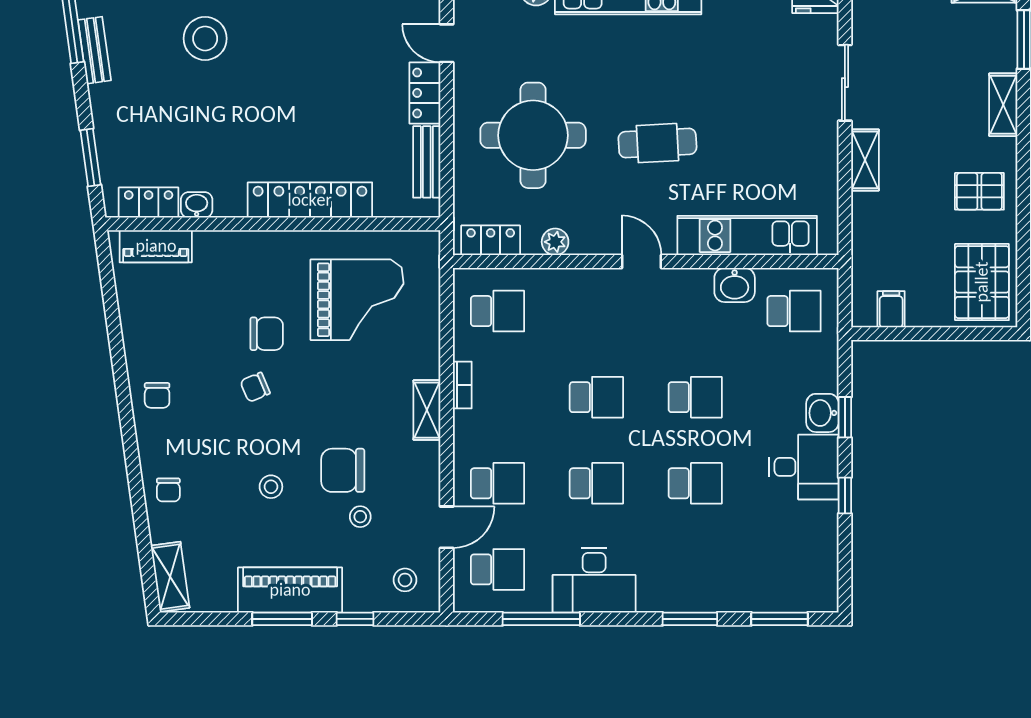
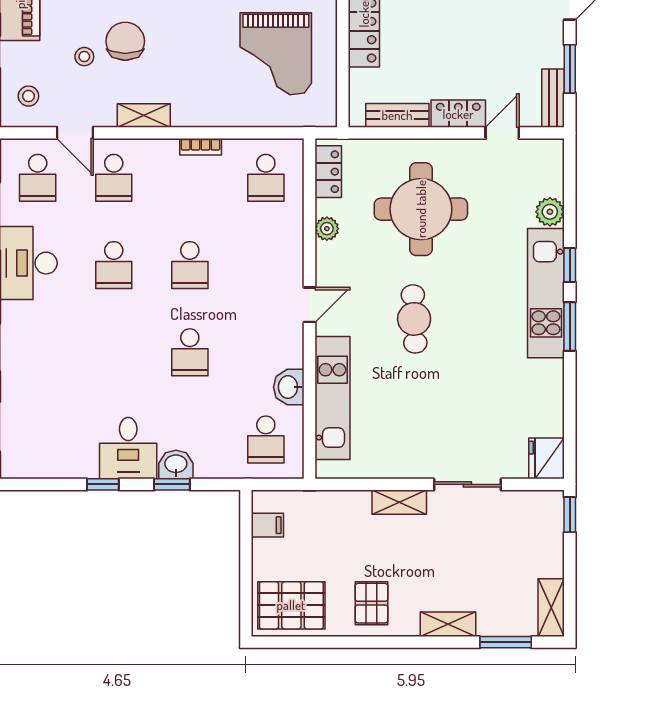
shelving: (427, 410) -> (144, 115), moved
school desk: (695, 483) -> (114, 352), removed

